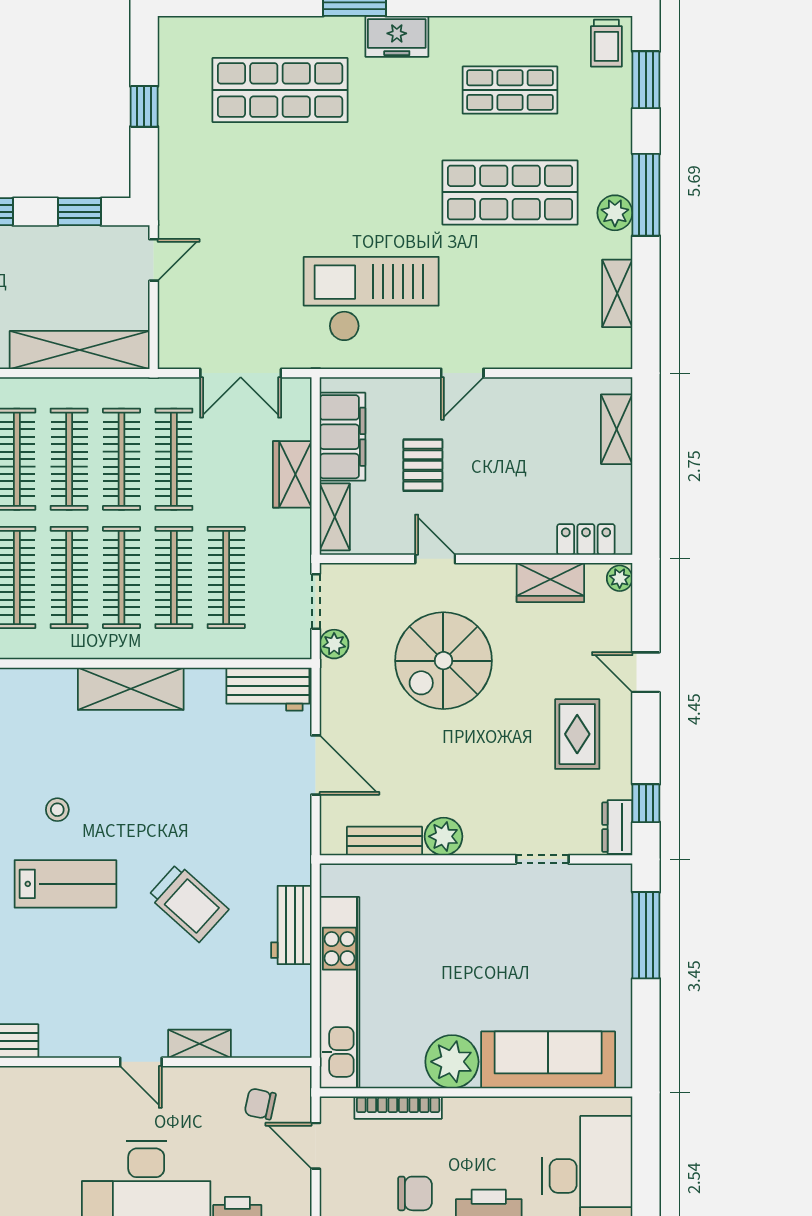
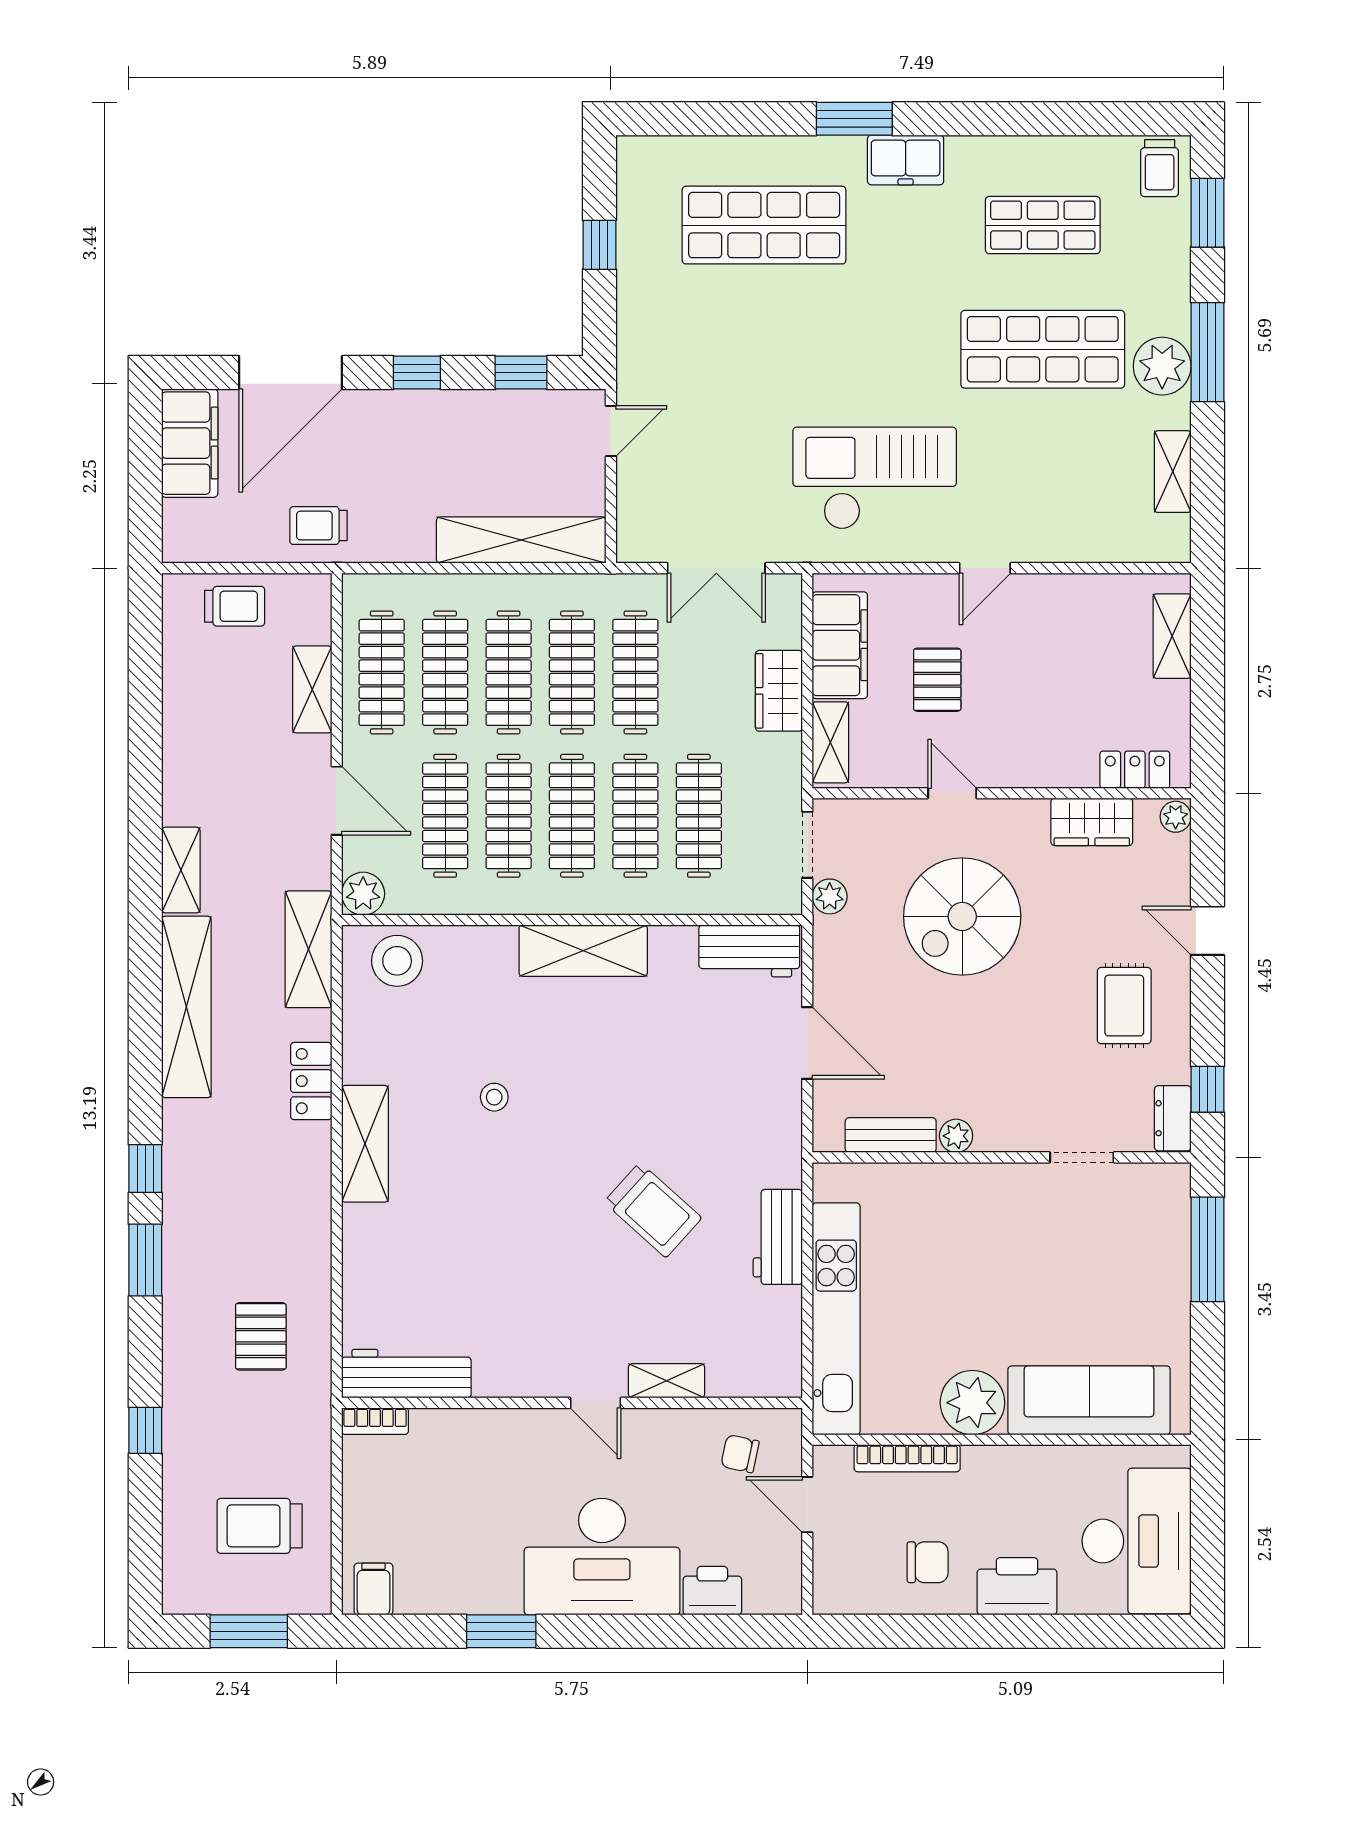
plant: (615, 213) -> (1162, 366), width x1.36, depth x1.36
plant: (444, 836) -> (956, 1136), width x0.73, depth x0.73
lab bench: (65, 884) -> (504, 1187), removed

